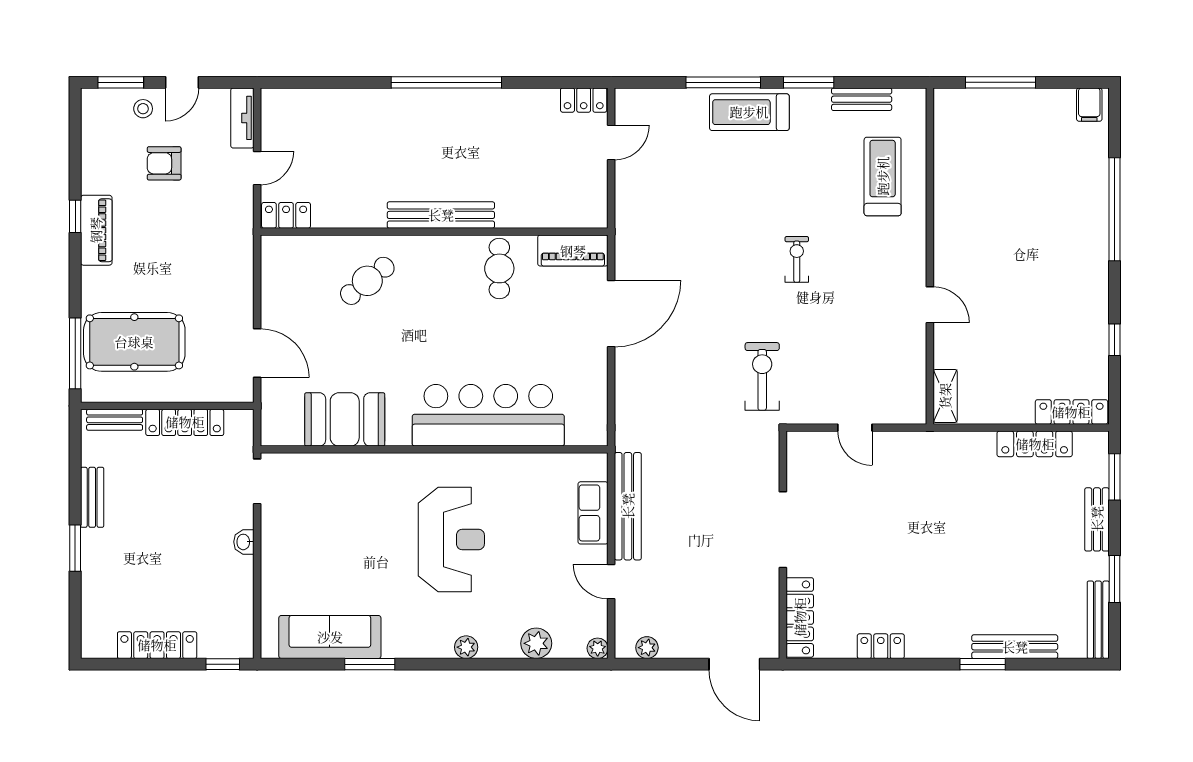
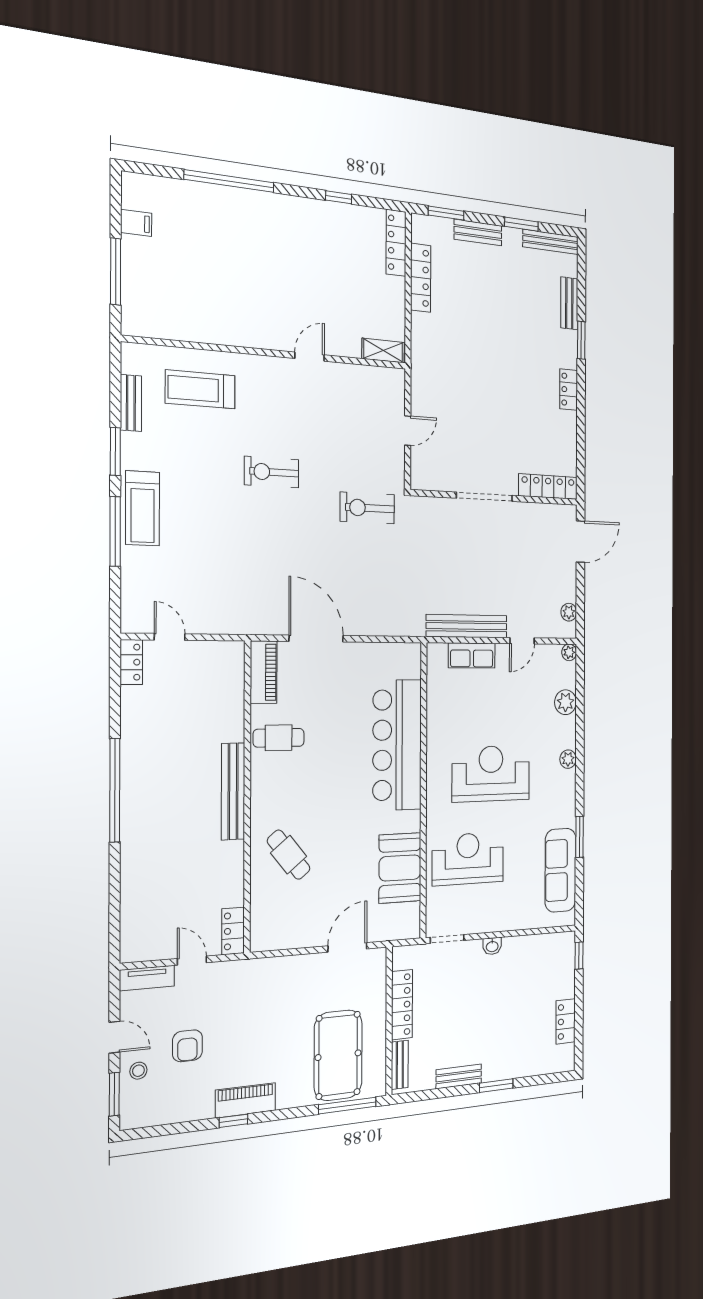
filing cabinet: (1089, 105) -> (136, 223), moved
exercise bike: (797, 259) -> (272, 472), width x1.38, depth x1.39
reception desk: (351, 509) -> (468, 859), added
locker: (157, 645) -> (566, 1021), width x0.66
locker: (881, 646) -> (569, 390), moved
bench: (1015, 647) -> (569, 303), width x0.73

